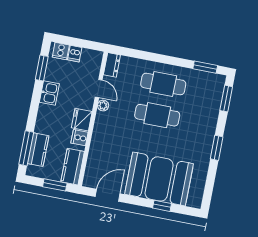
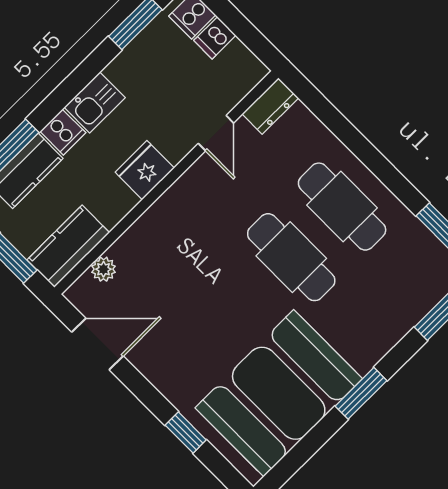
kitchen sink: (49, 93) -> (95, 102), moved
plant: (103, 106) -> (104, 269), moved
cooker: (79, 138) -> (63, 132), moved, turned 180
booth: (159, 179) -> (279, 393), moved, turned 90

